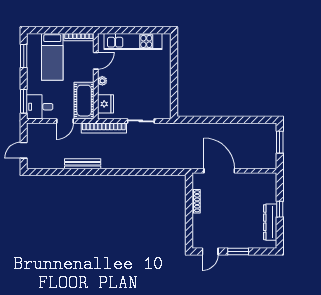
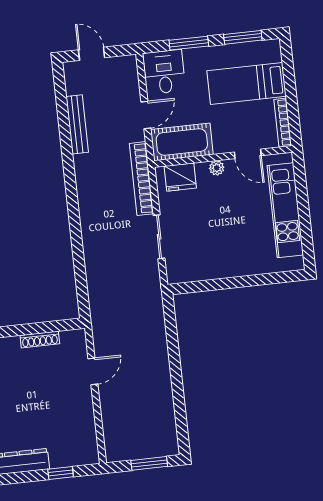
window: (24, 101) -> (189, 43), moved
door: (65, 121) -> (146, 115), swing flipped
bench: (83, 164) -> (77, 124), moved
door: (219, 171) -> (93, 371), width x0.53
window: (280, 209) -> (61, 473), moved

